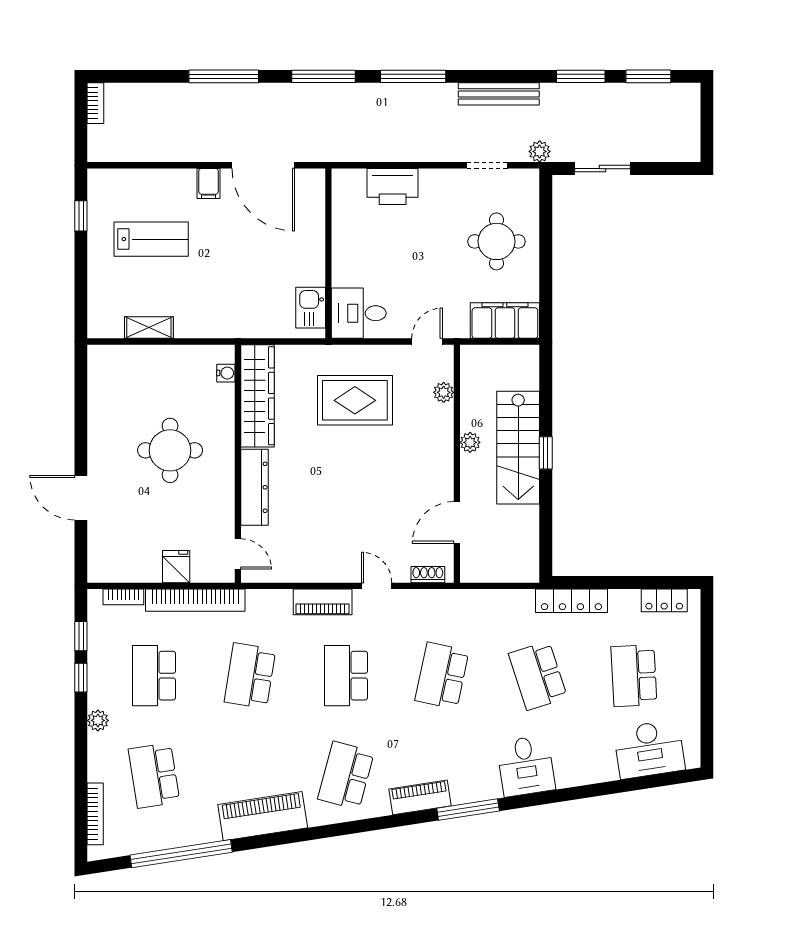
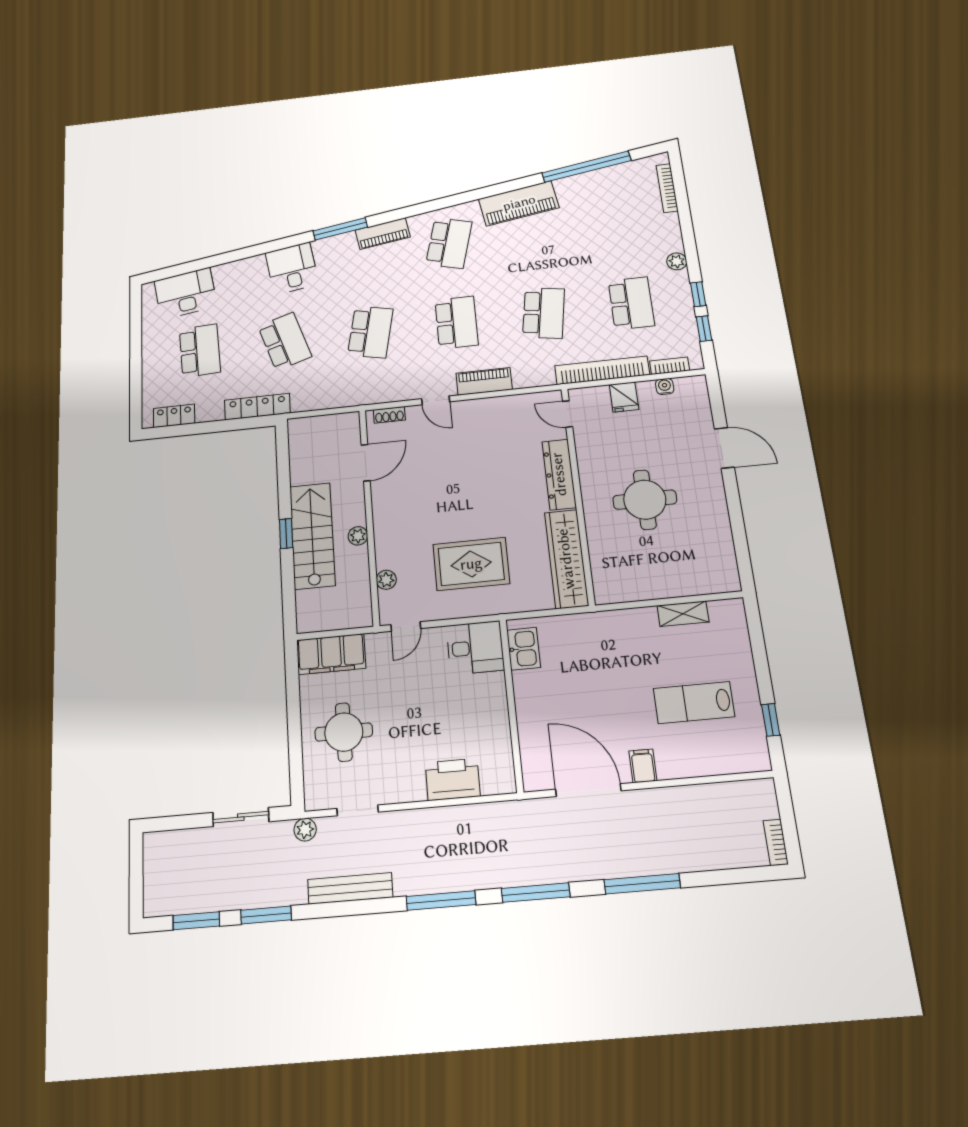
water cooler: (226, 373) -> (665, 386), moved, turned 90
school desk: (154, 775) -> (619, 224), removed

